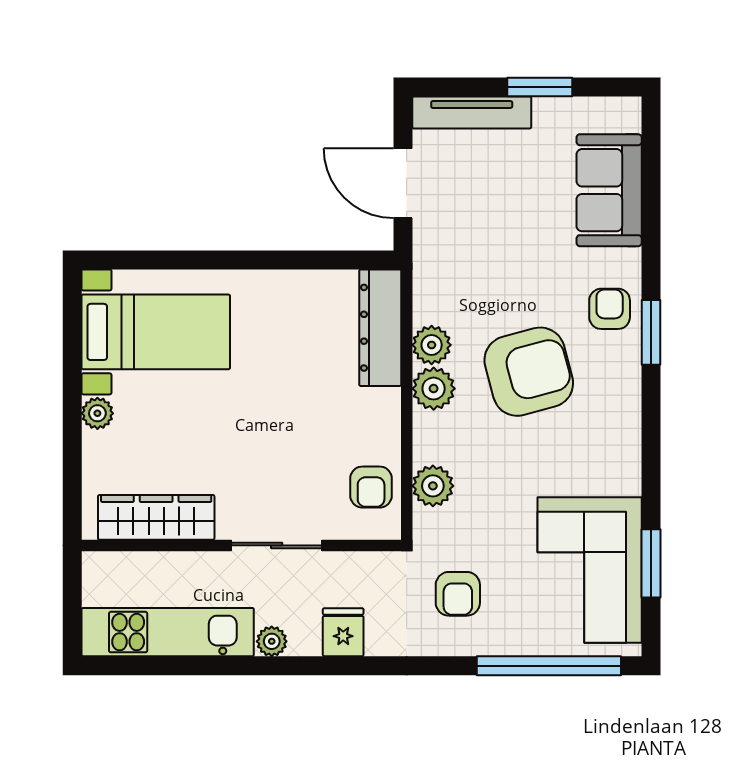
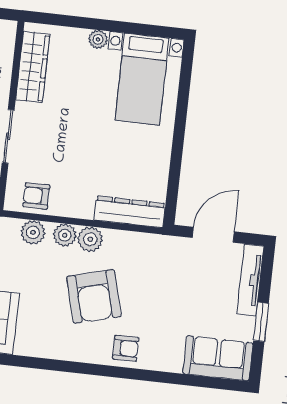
sofa: (609, 190) -> (218, 358), moved
window: (651, 332) -> (109, 371), removed
plant: (432, 345) -> (65, 235), moved

